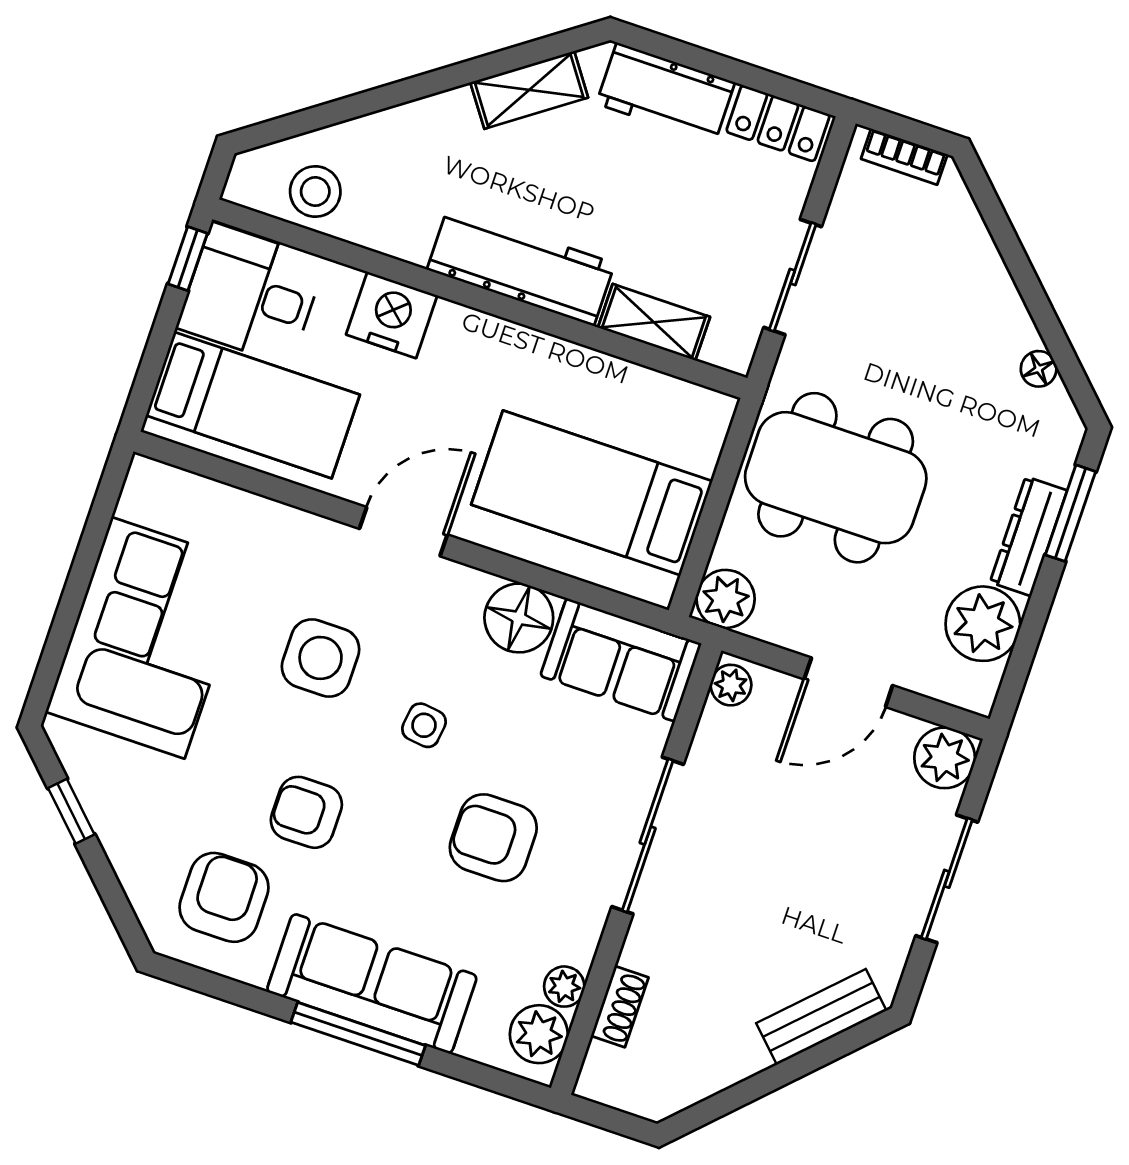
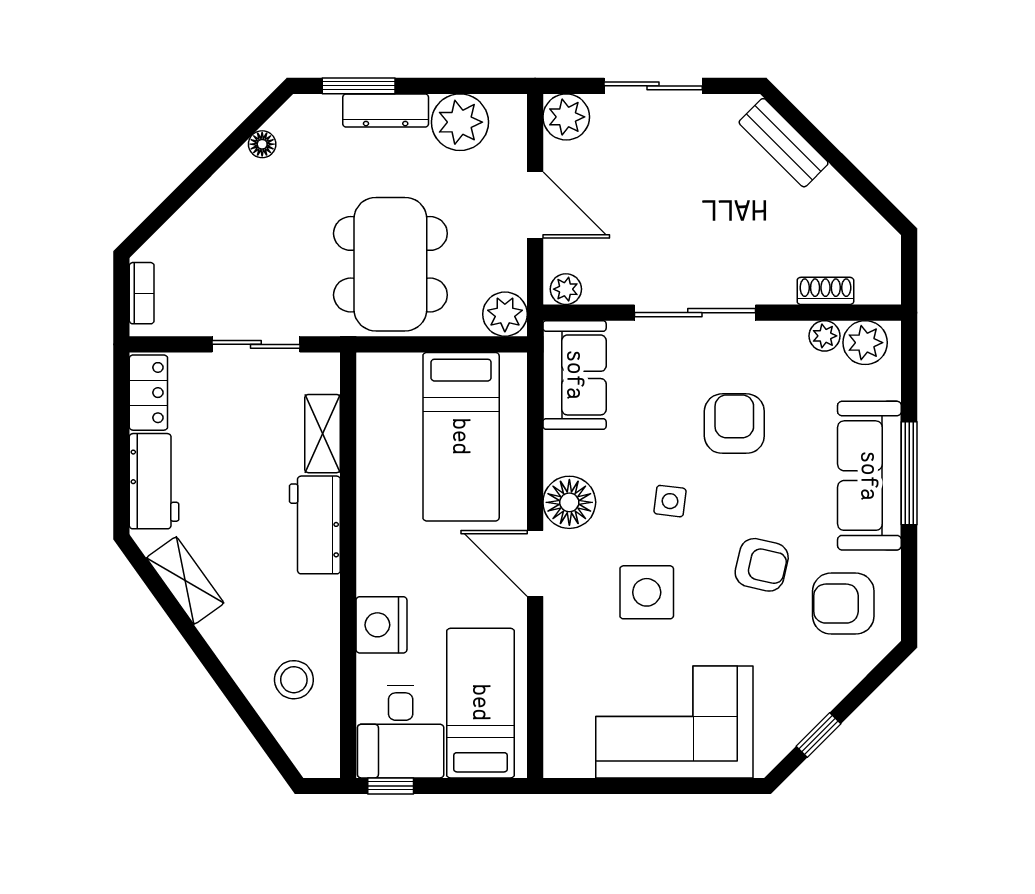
stool: (315, 192) -> (294, 680), moved
workbench: (521, 267) -> (315, 525), width x0.73
floor lamp: (519, 618) -> (569, 502), moved
armchair: (306, 812) -> (762, 565), turned -77
armchair: (493, 838) -> (734, 424), turned 180

